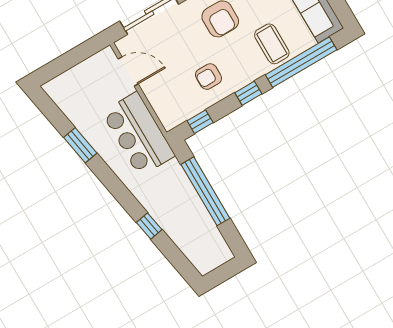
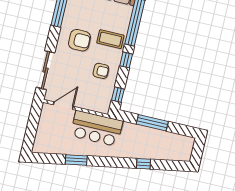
coffee table: (272, 44) -> (110, 39), moved
armchair: (208, 77) -> (101, 71), turned -90
window: (205, 191) -> (152, 123), width x0.68

